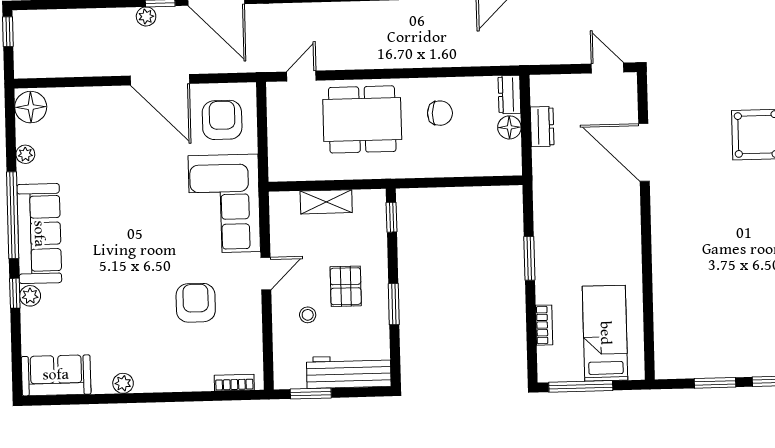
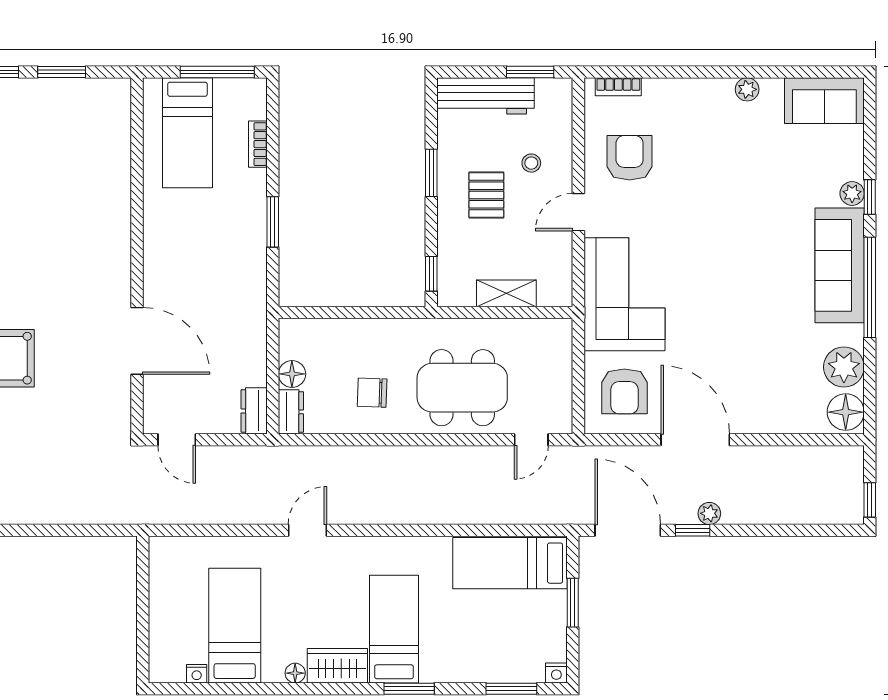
dresser: (542, 127) -> (254, 411), moved
plant: (25, 154) -> (844, 367), width x1.88, depth x1.88
armchair: (196, 303) -> (630, 158), moved, turned 180

